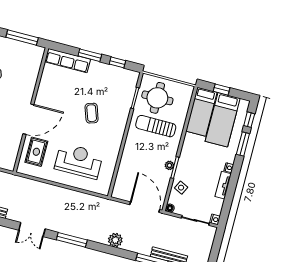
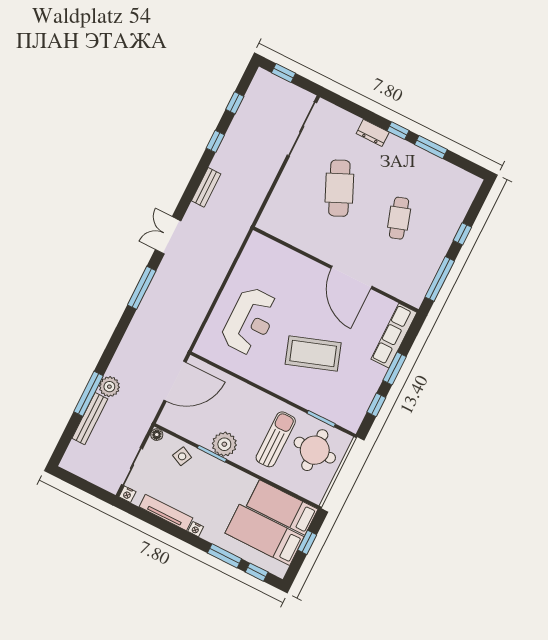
coffee table: (92, 113) -> (313, 354), width x1.86, depth x1.72
door: (28, 119) -> (352, 277), moved
rug: (36, 152) -> (276, 265), removed
plant: (169, 165) -> (224, 444), width x1.87, depth x1.87
tv unit: (223, 185) -> (166, 512), width x1.41
door: (145, 207) -> (175, 381), moved
plant: (115, 240) -> (109, 387), moved

